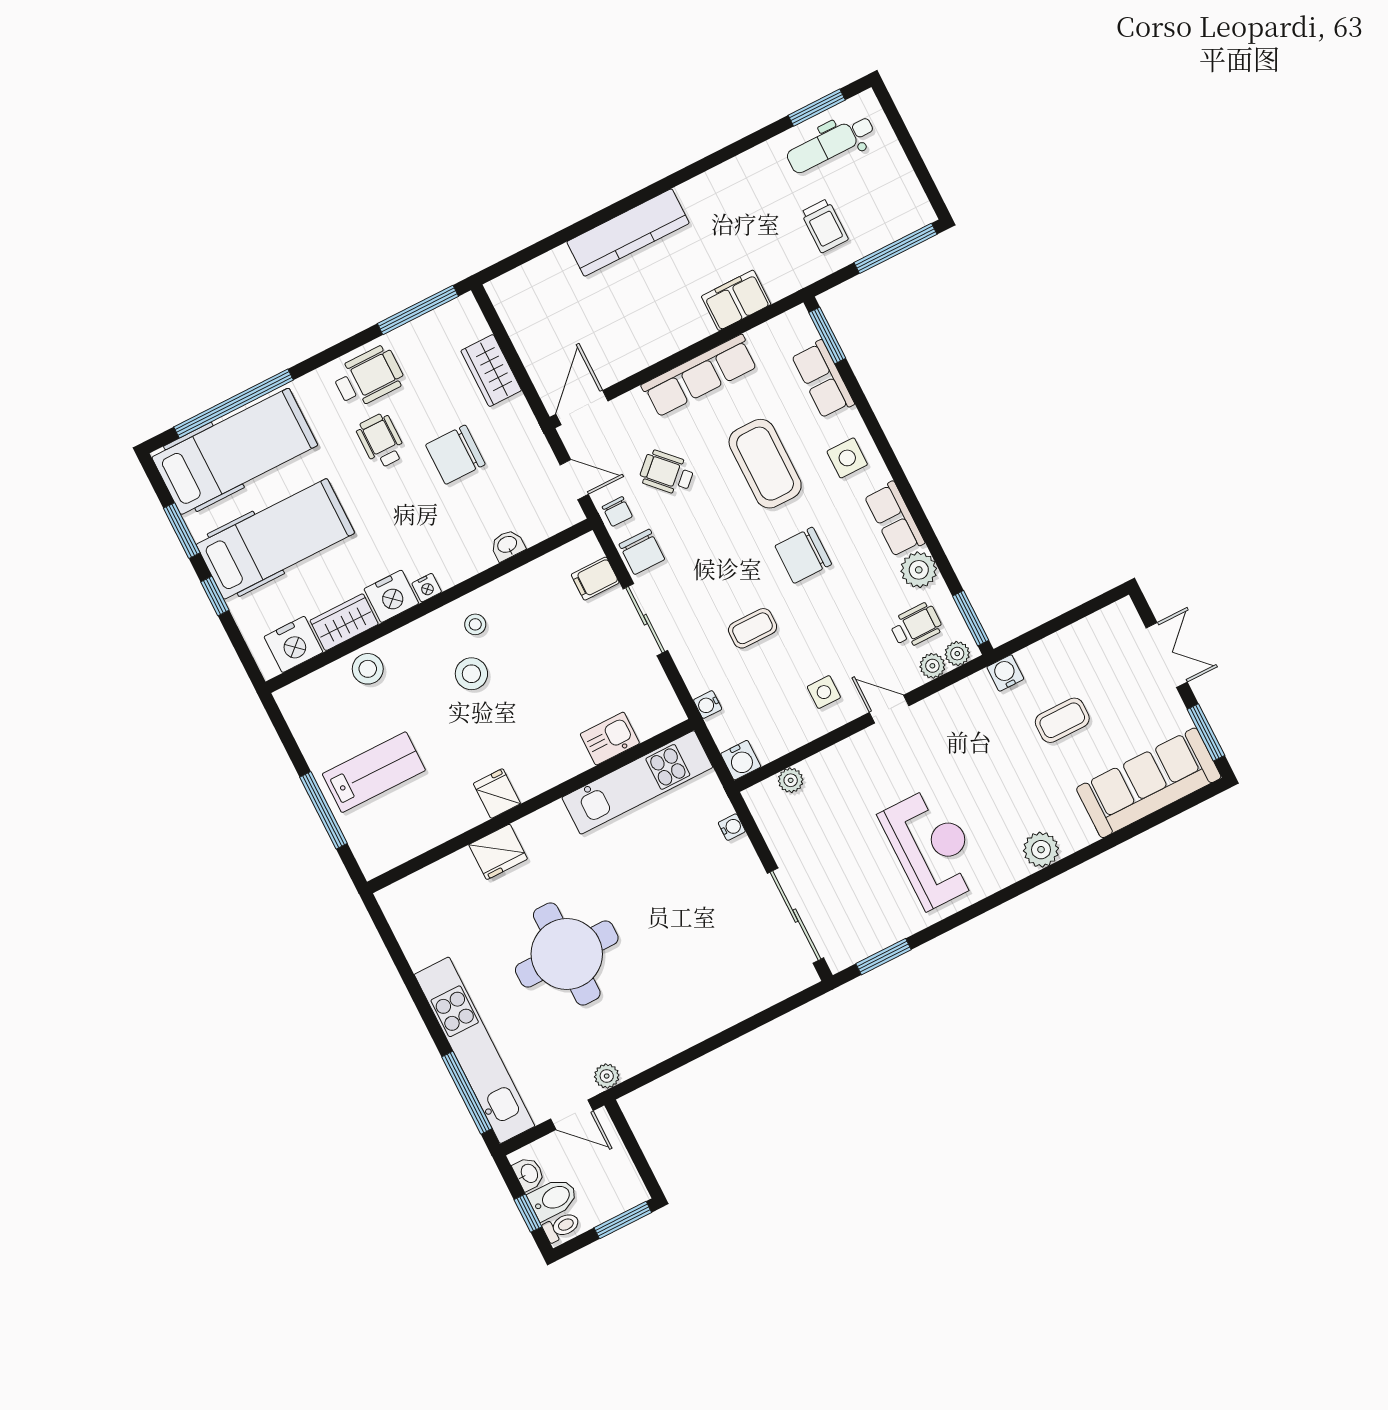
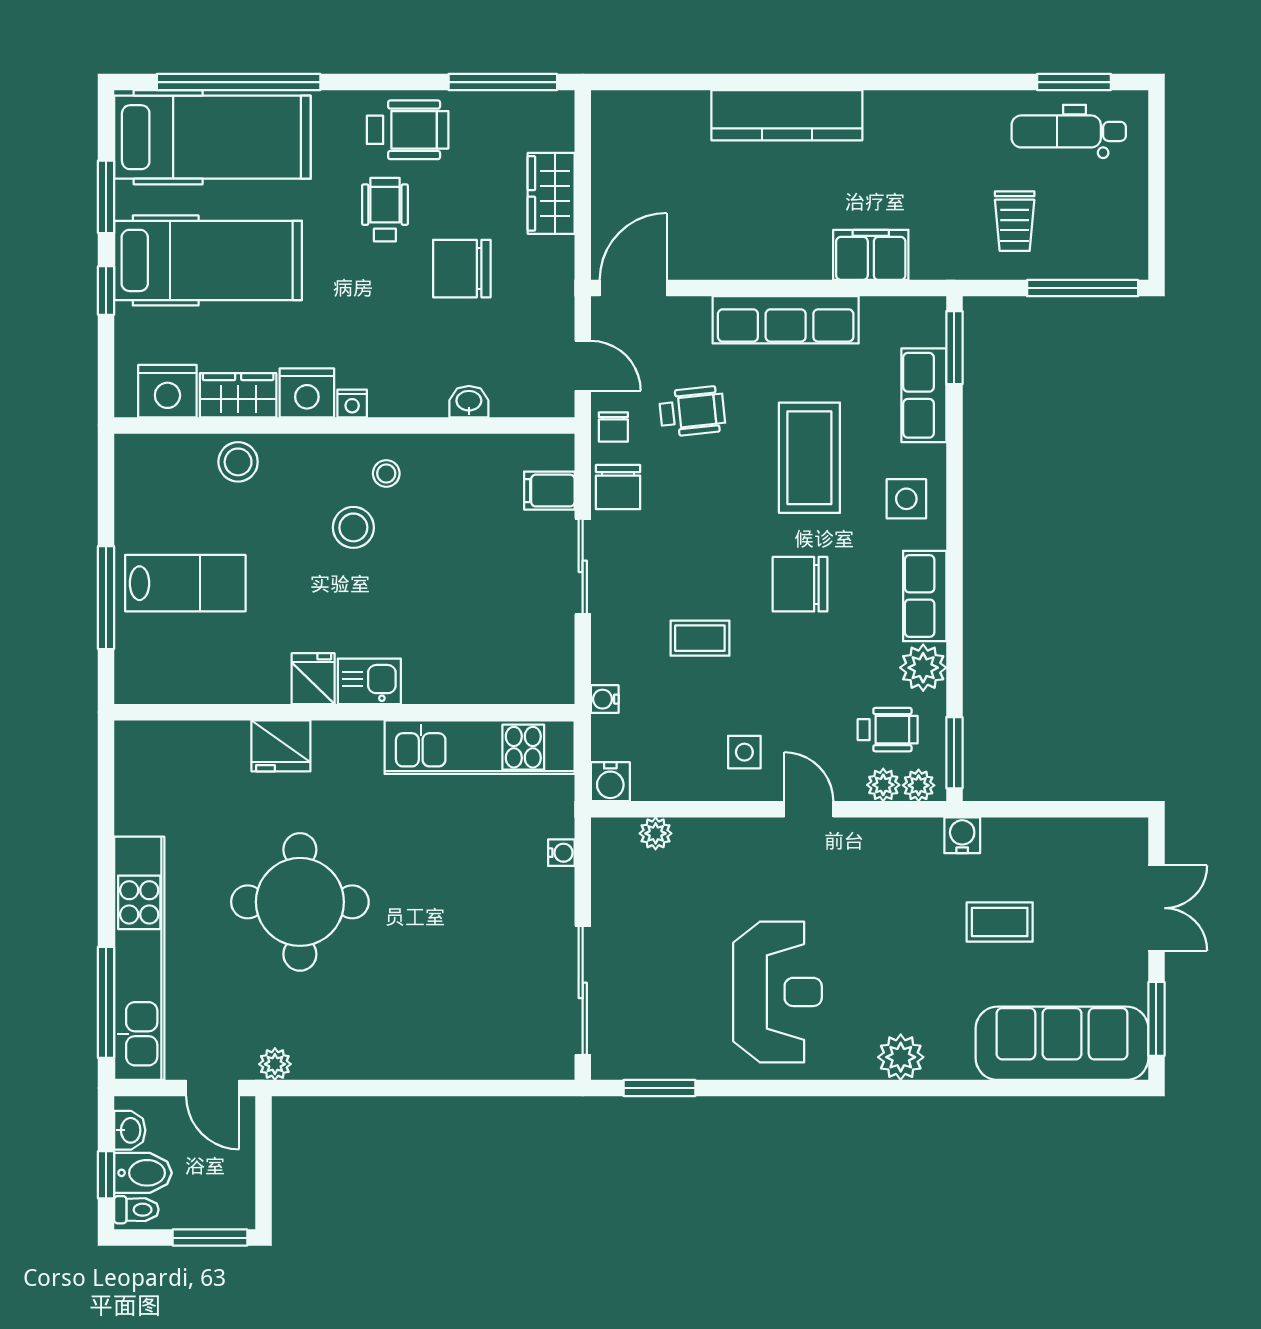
wheelchair: (667, 473) -> (692, 411), turned 128
kitchen sink: (610, 739) -> (369, 681), moved

